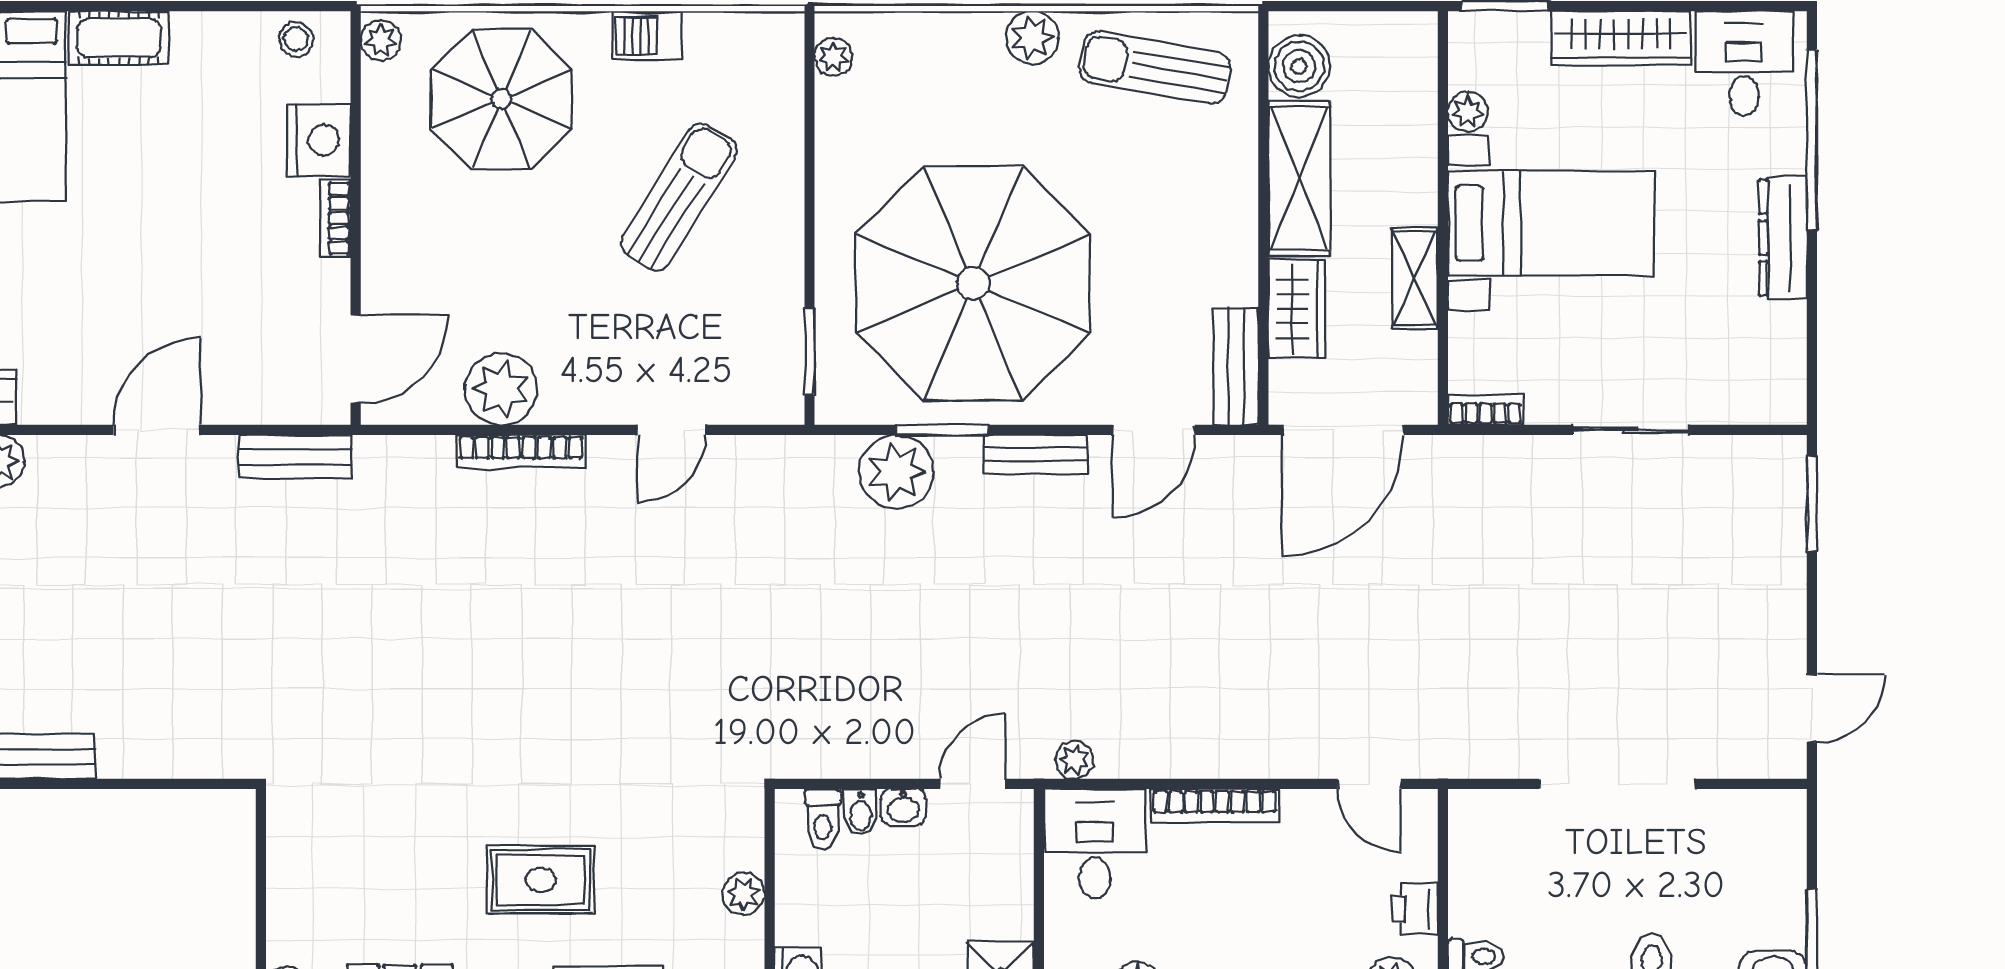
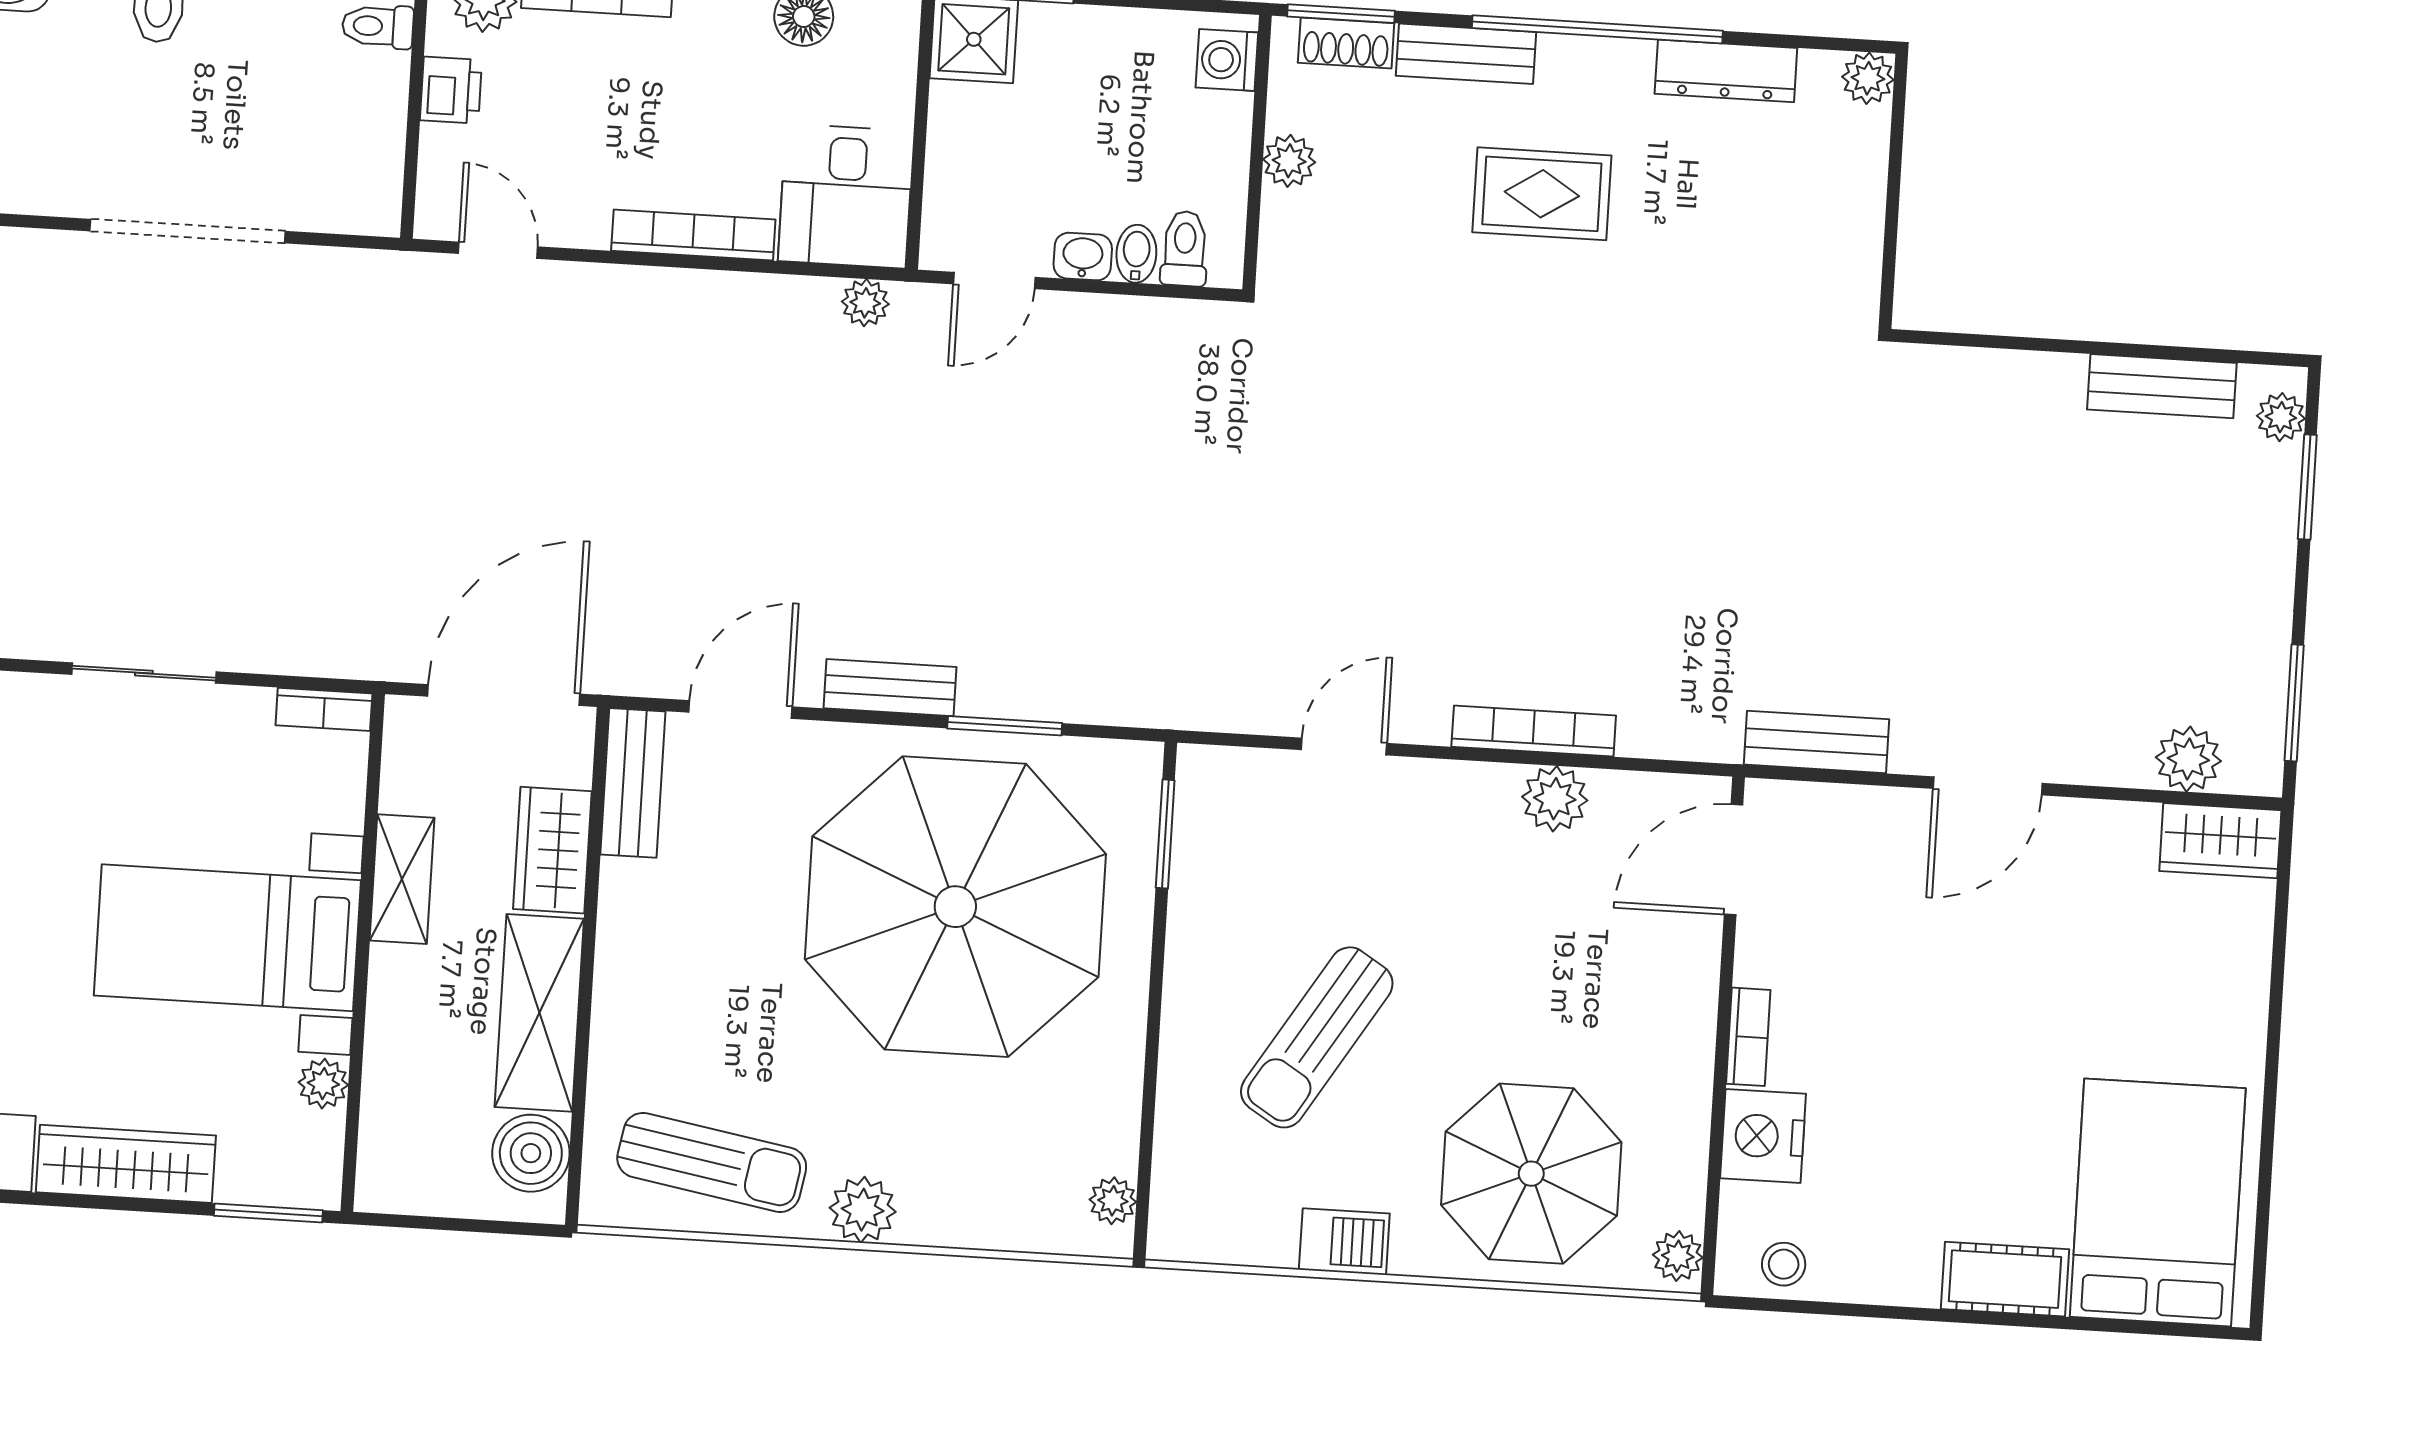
plant: (501, 389) -> (1555, 799), width x0.73, depth x0.73
plant: (896, 472) -> (1066, 677), removed

